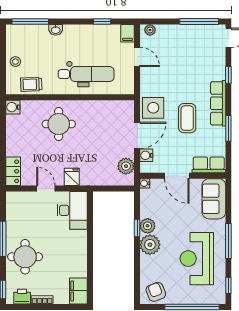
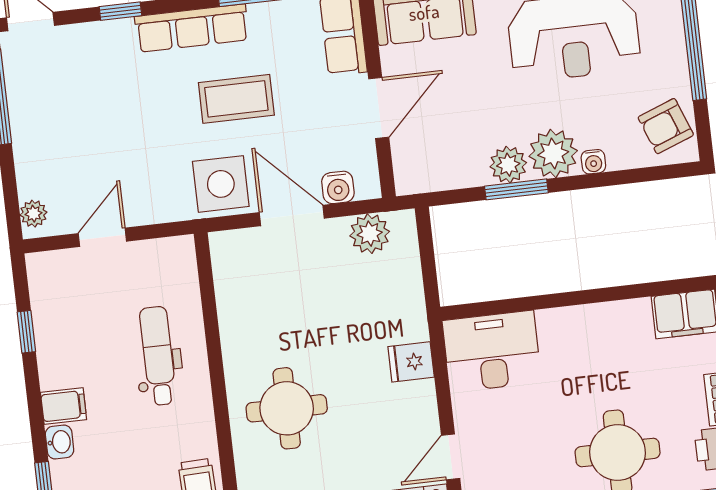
filing cabinet: (128, 33) -> (64, 406), moved
dental chair: (86, 74) -> (158, 356), width x0.73, depth x0.72
water cooler: (145, 183) -> (593, 162), moved
door: (46, 189) -> (451, 457), moved
window: (137, 228) -> (516, 189), width x1.50

